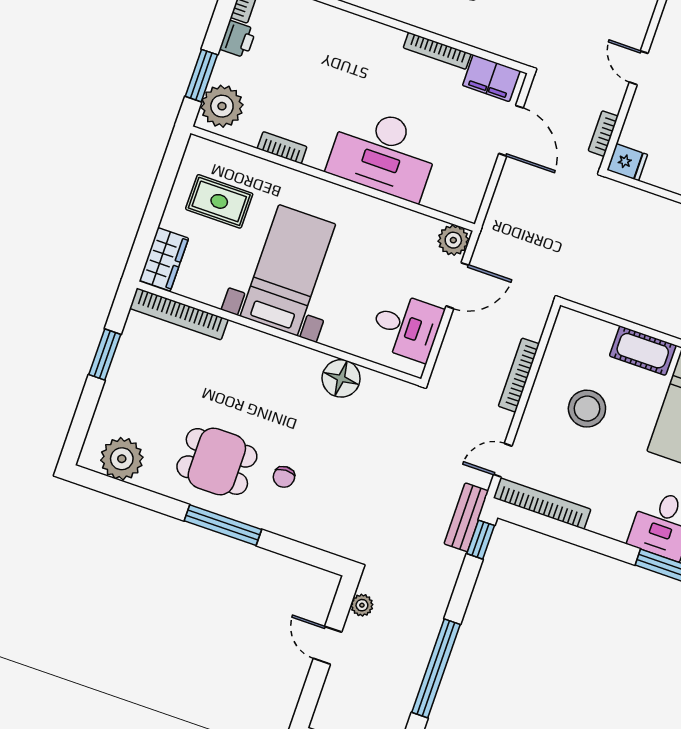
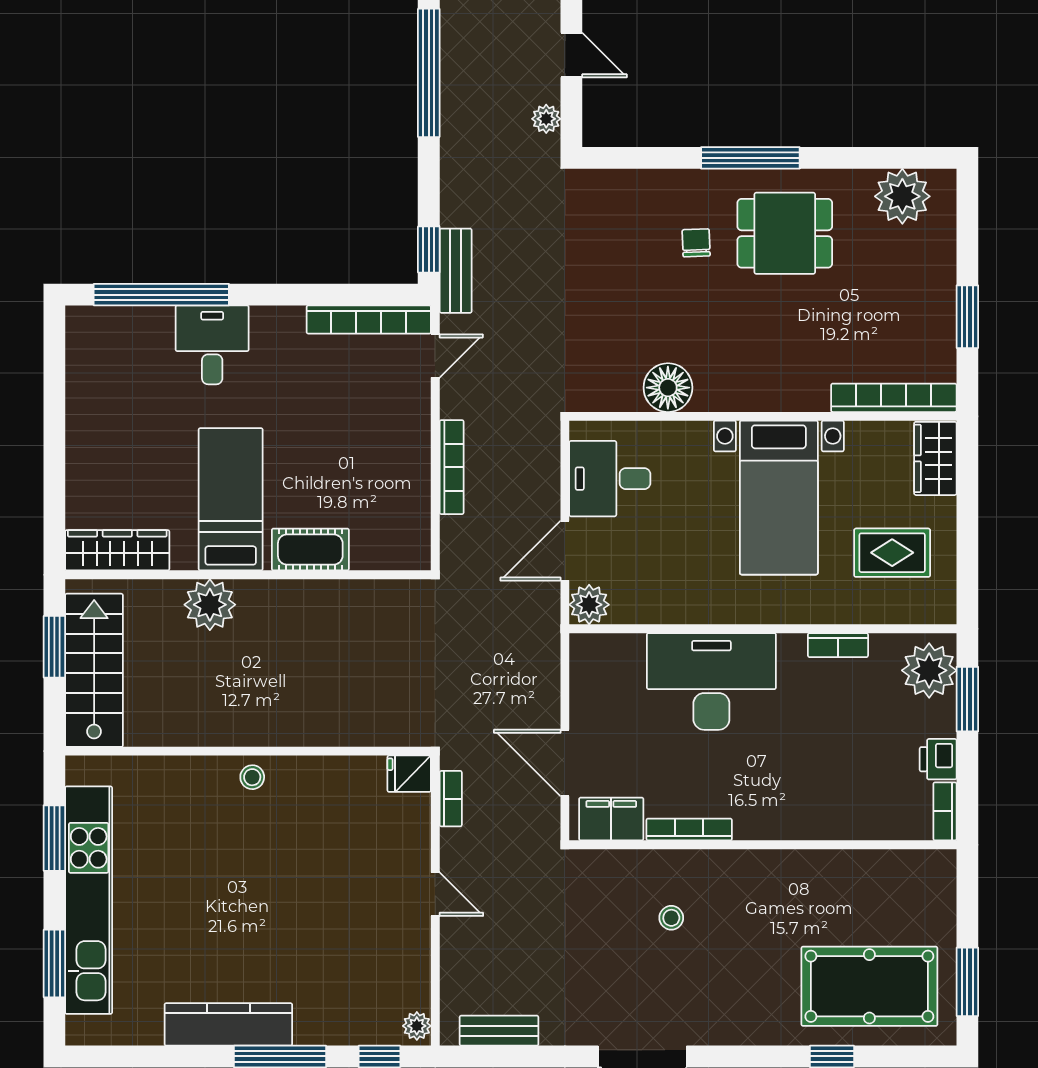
stool: (587, 409) -> (354, 455), removed

